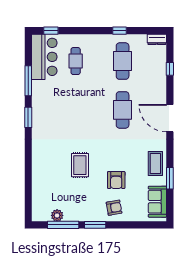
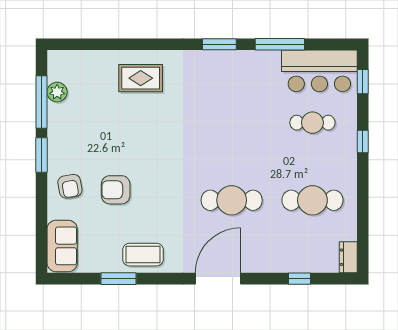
window: (119, 31) -> (363, 142), moved
rug: (80, 165) -> (141, 78), moved
sofa: (157, 202) -> (62, 246), moved, turned 90

